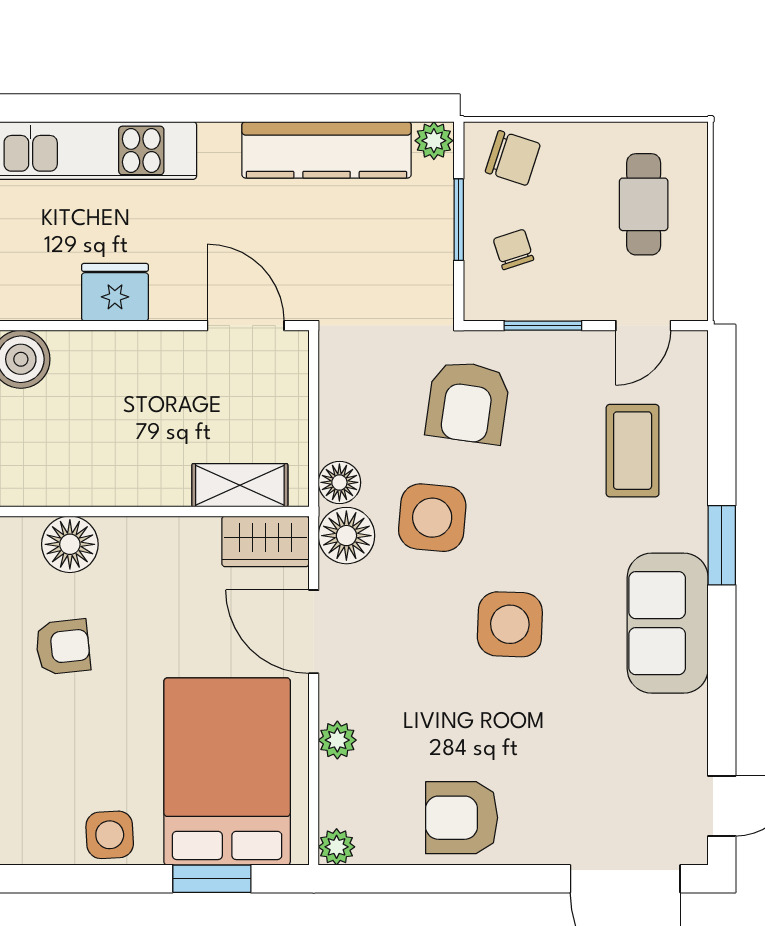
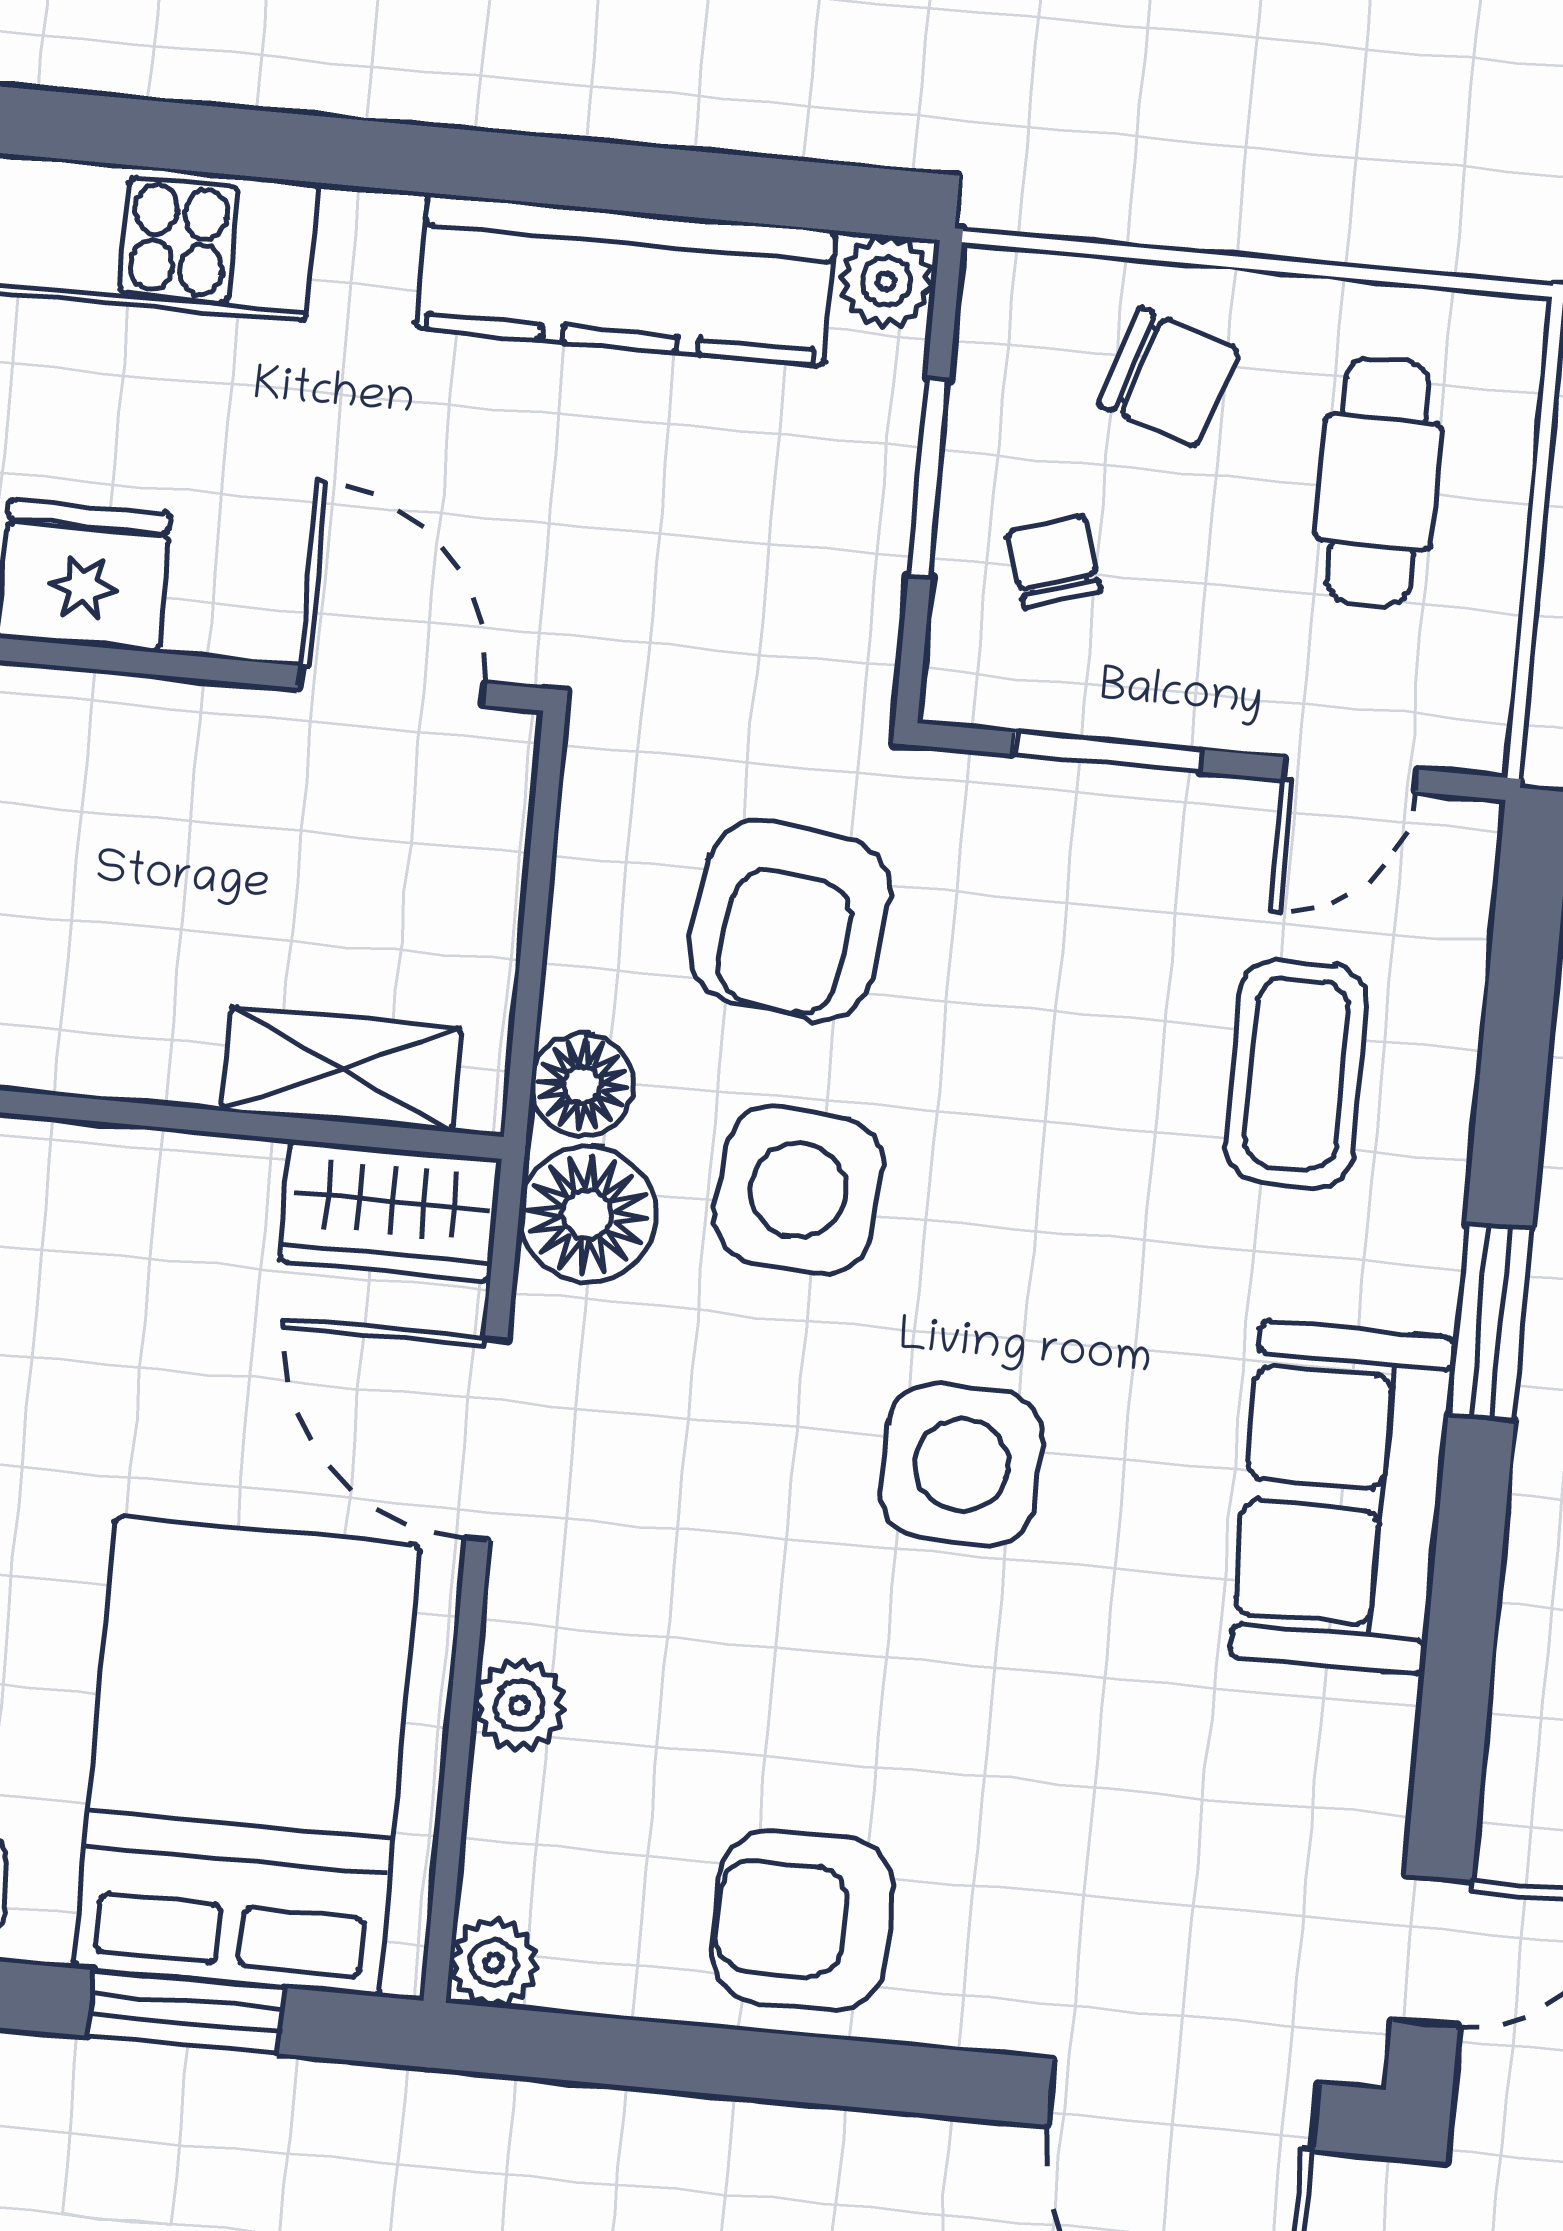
chair: (513, 158) -> (1168, 377), moved
armchair: (468, 402) -> (790, 920), moved

